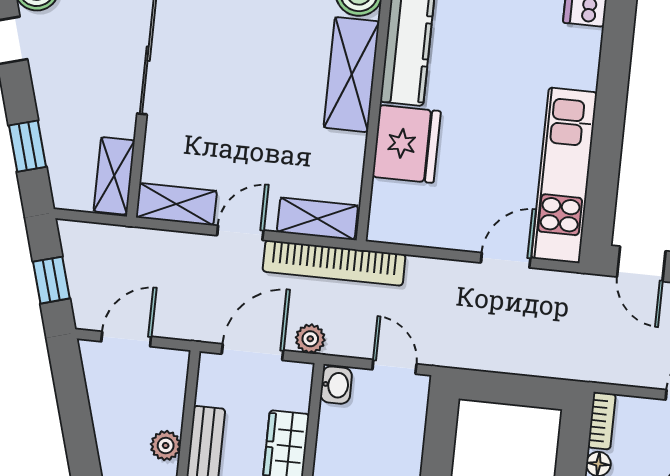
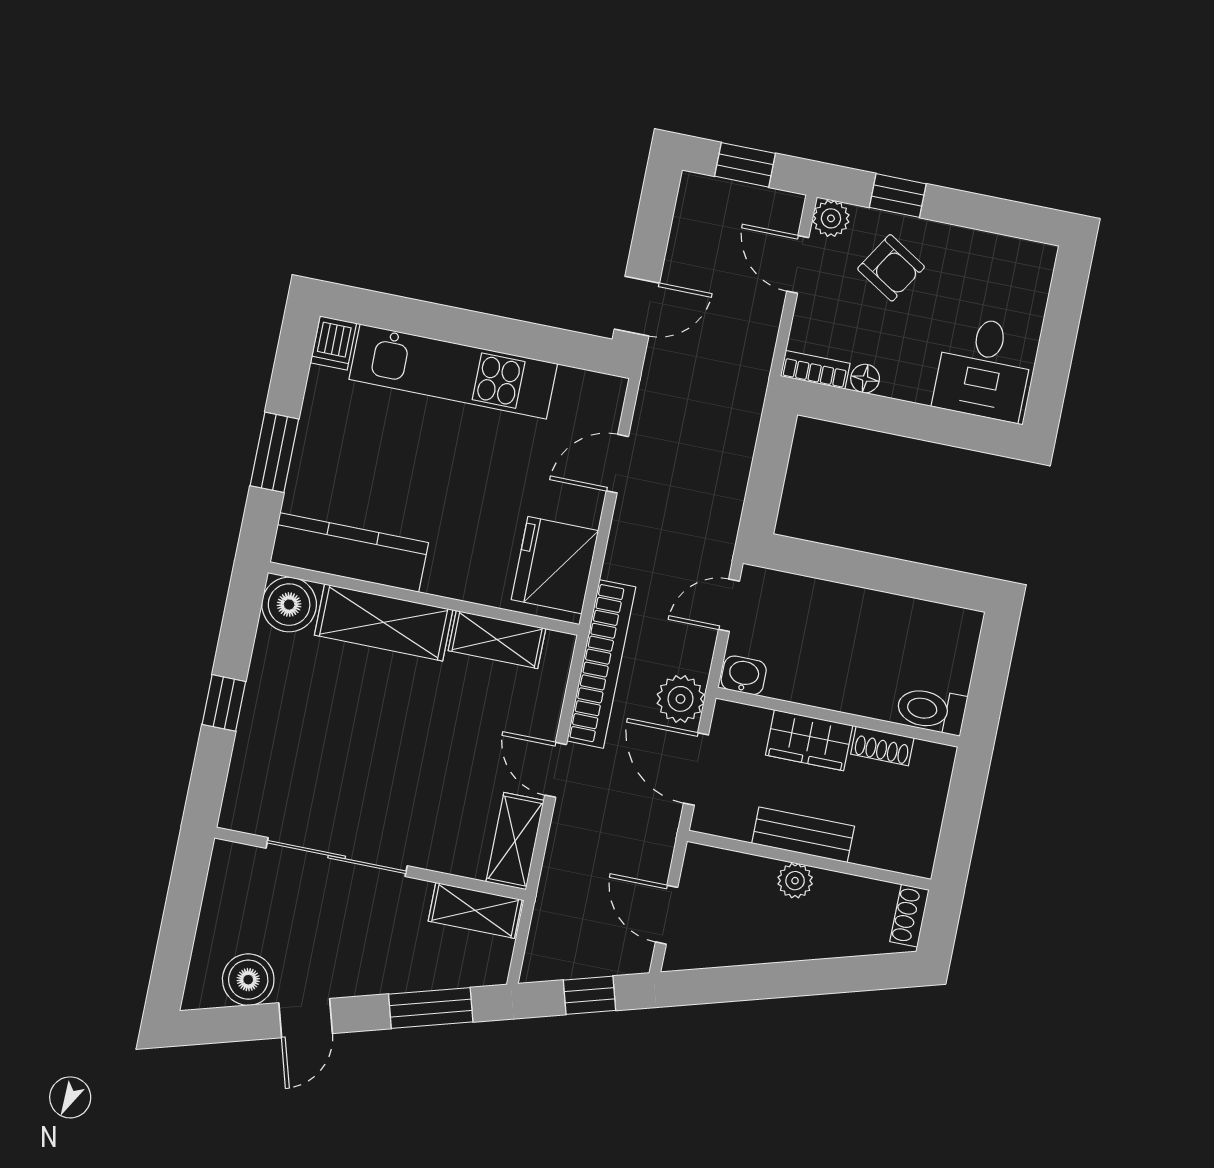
fridge: (407, 144) -> (555, 565), moved, turned -90
window: (27, 146) -> (431, 1008), width x1.50
kitchen unit: (564, 175) -> (453, 371), moved
shelving: (317, 219) -> (497, 640), moved, turned 90
door: (506, 260) -> (617, 464), hinge flipped
plant: (310, 339) -> (681, 699), width x1.38, depth x1.38

